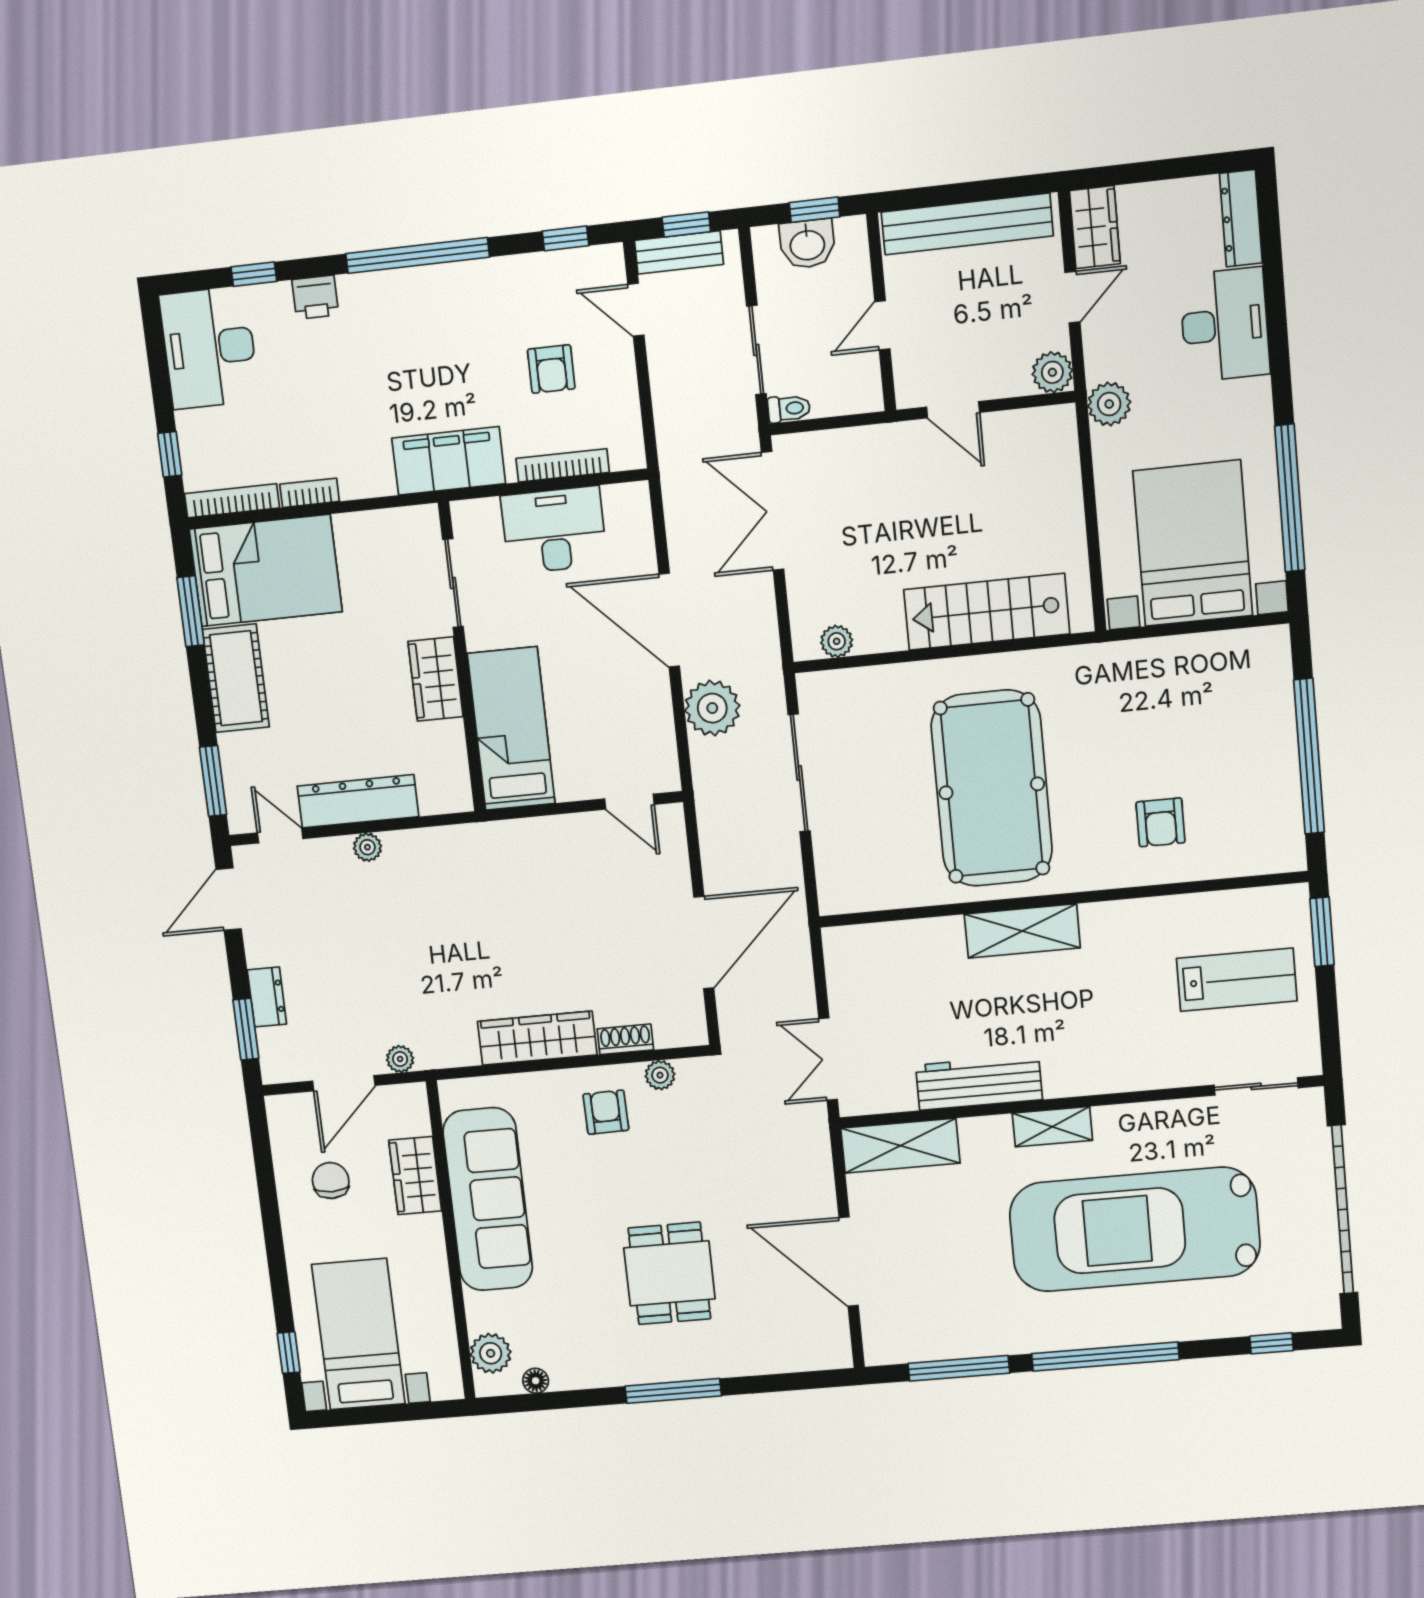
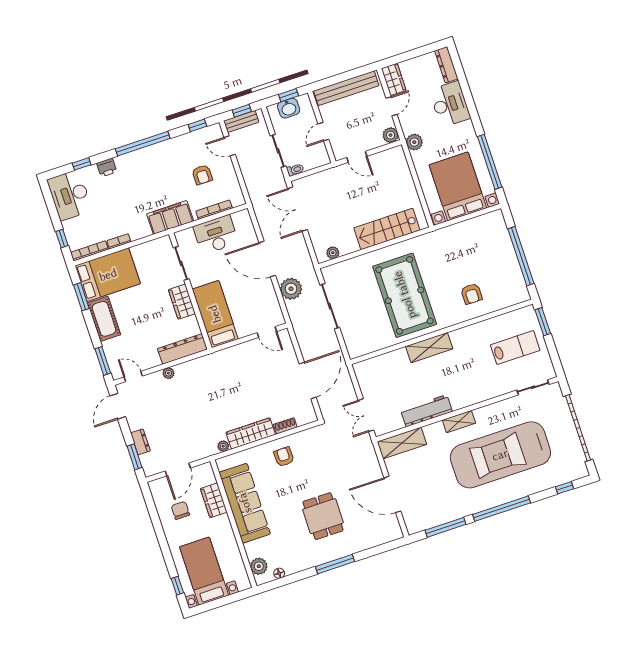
dresser: (358, 801) -> (182, 349), moved
plant: (400, 1059) -> (223, 446), moved
plant: (660, 1075) -> (302, 437), removed

